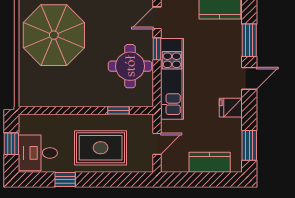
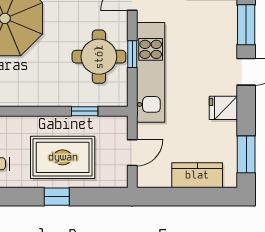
window: (157, 49) -> (132, 54), moved
window: (65, 180) -> (57, 197), moved

